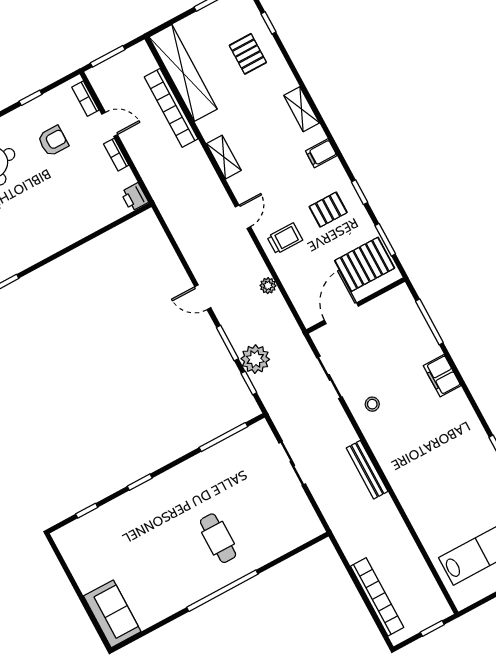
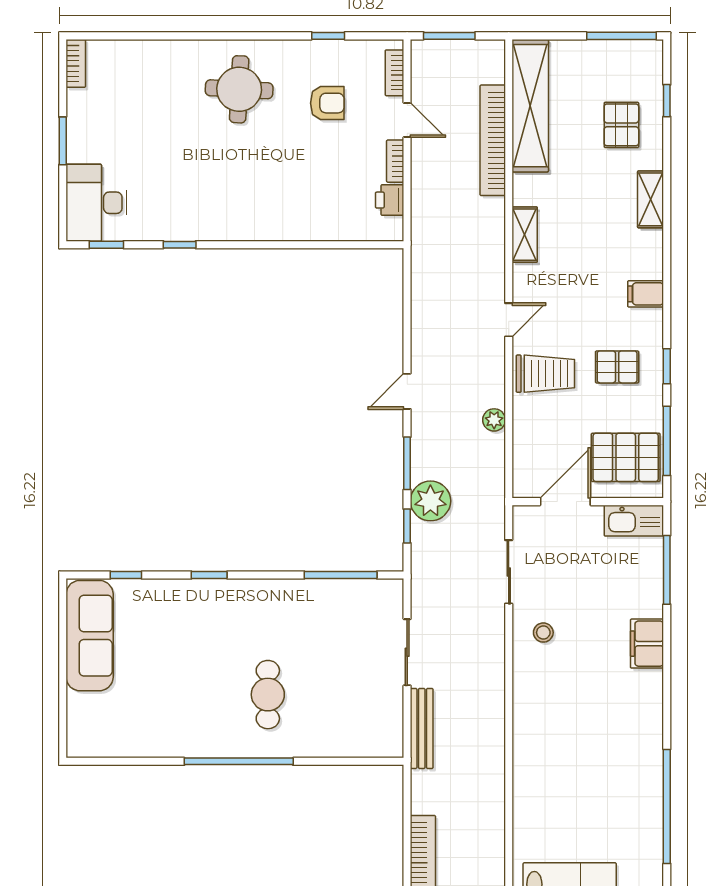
shelving: (302, 109) -> (651, 199), moved
printer: (135, 197) -> (390, 200), moved
trolley: (285, 239) -> (545, 374), width x1.36, depth x1.39
window: (385, 240) -> (667, 441), width x1.44
door: (203, 297) -> (407, 391), hinge flipped
kitchen sink: (392, 302) -> (634, 521), added
bench: (367, 470) -> (422, 728), moved
sofa: (112, 614) -> (90, 636), moved, width x1.36

